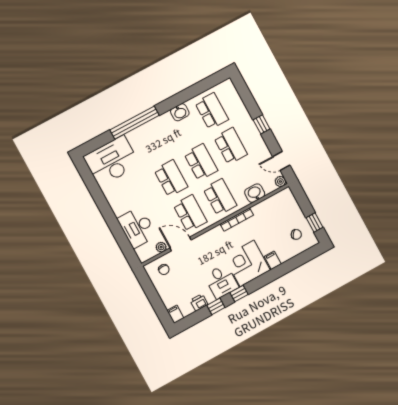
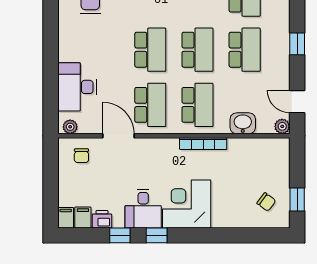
plant: (161, 247) -> (70, 127), moved
filing cabinet: (273, 260) -> (83, 218), moved

